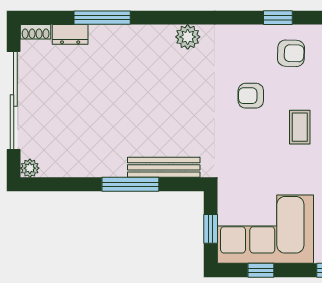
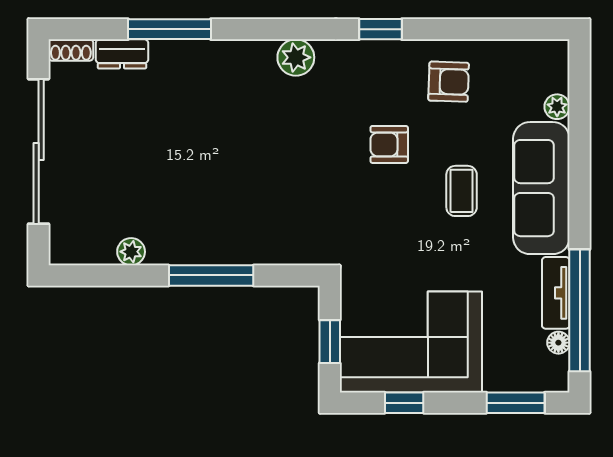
window: (278, 18) -> (380, 29), moved
bench: (164, 167) -> (260, 250), removed
plant: (30, 168) -> (131, 252), moved

